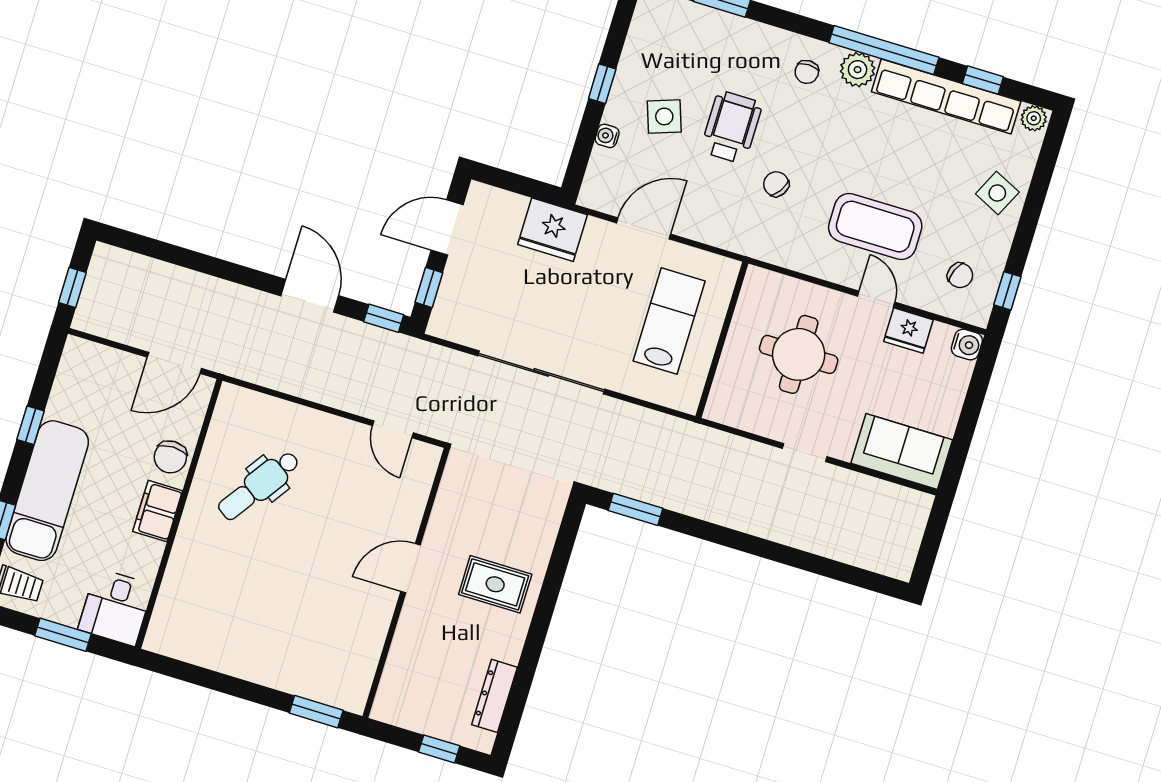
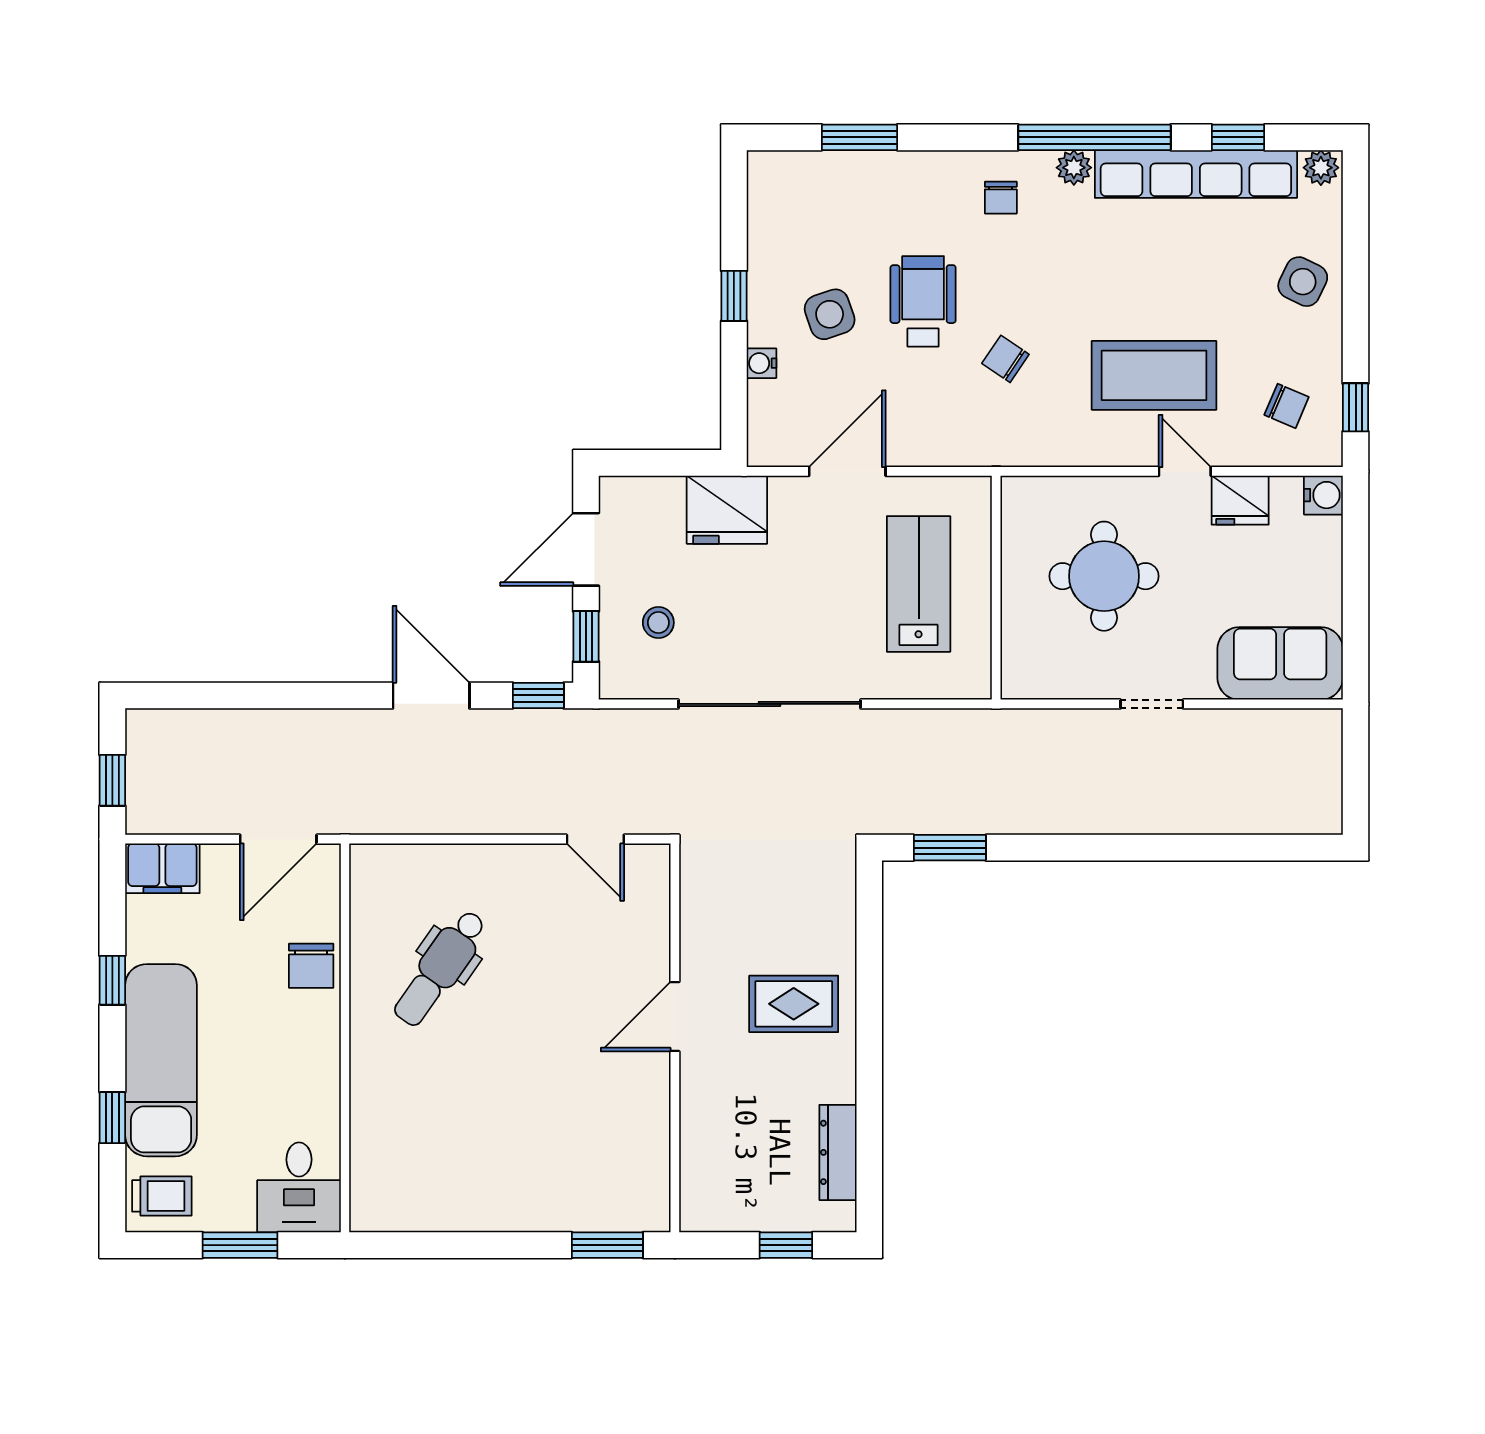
plant: (858, 70) -> (1074, 168), width x0.73, depth x0.73
stool: (482, 293) -> (658, 623), added
filing cabinet: (158, 511) -> (162, 868), moved, turned -90

